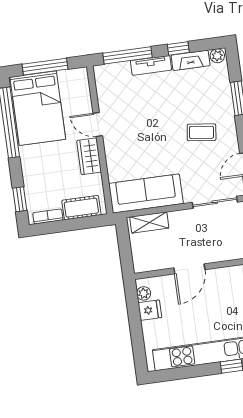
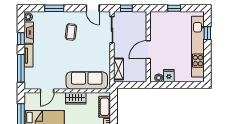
door: (98, 124) -> (47, 91), moved
sofa: (146, 194) -> (87, 80), moved, turned 90
door: (189, 269) -> (148, 50), swing flipped

